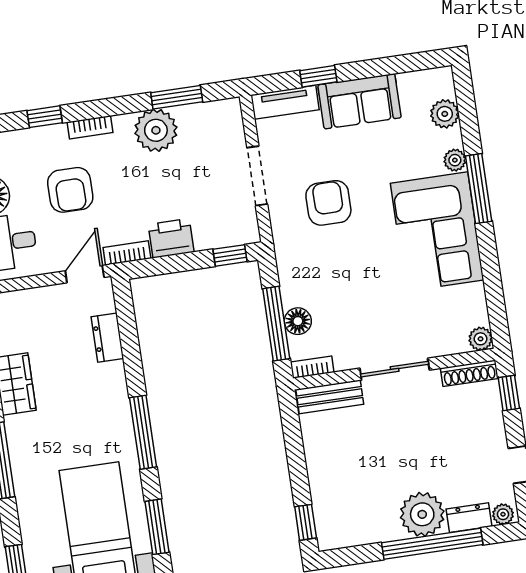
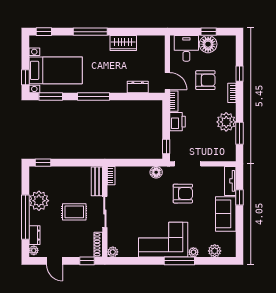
doorway: (257, 176) -> (188, 164), moved
armchair: (70, 190) -> (205, 80), turned 180
floor lamp: (298, 321) -> (156, 172), moved
window: (276, 324) -> (133, 163), removed
rug: (405, 437) -> (74, 212), added
plant: (422, 514) -> (39, 201), moved

